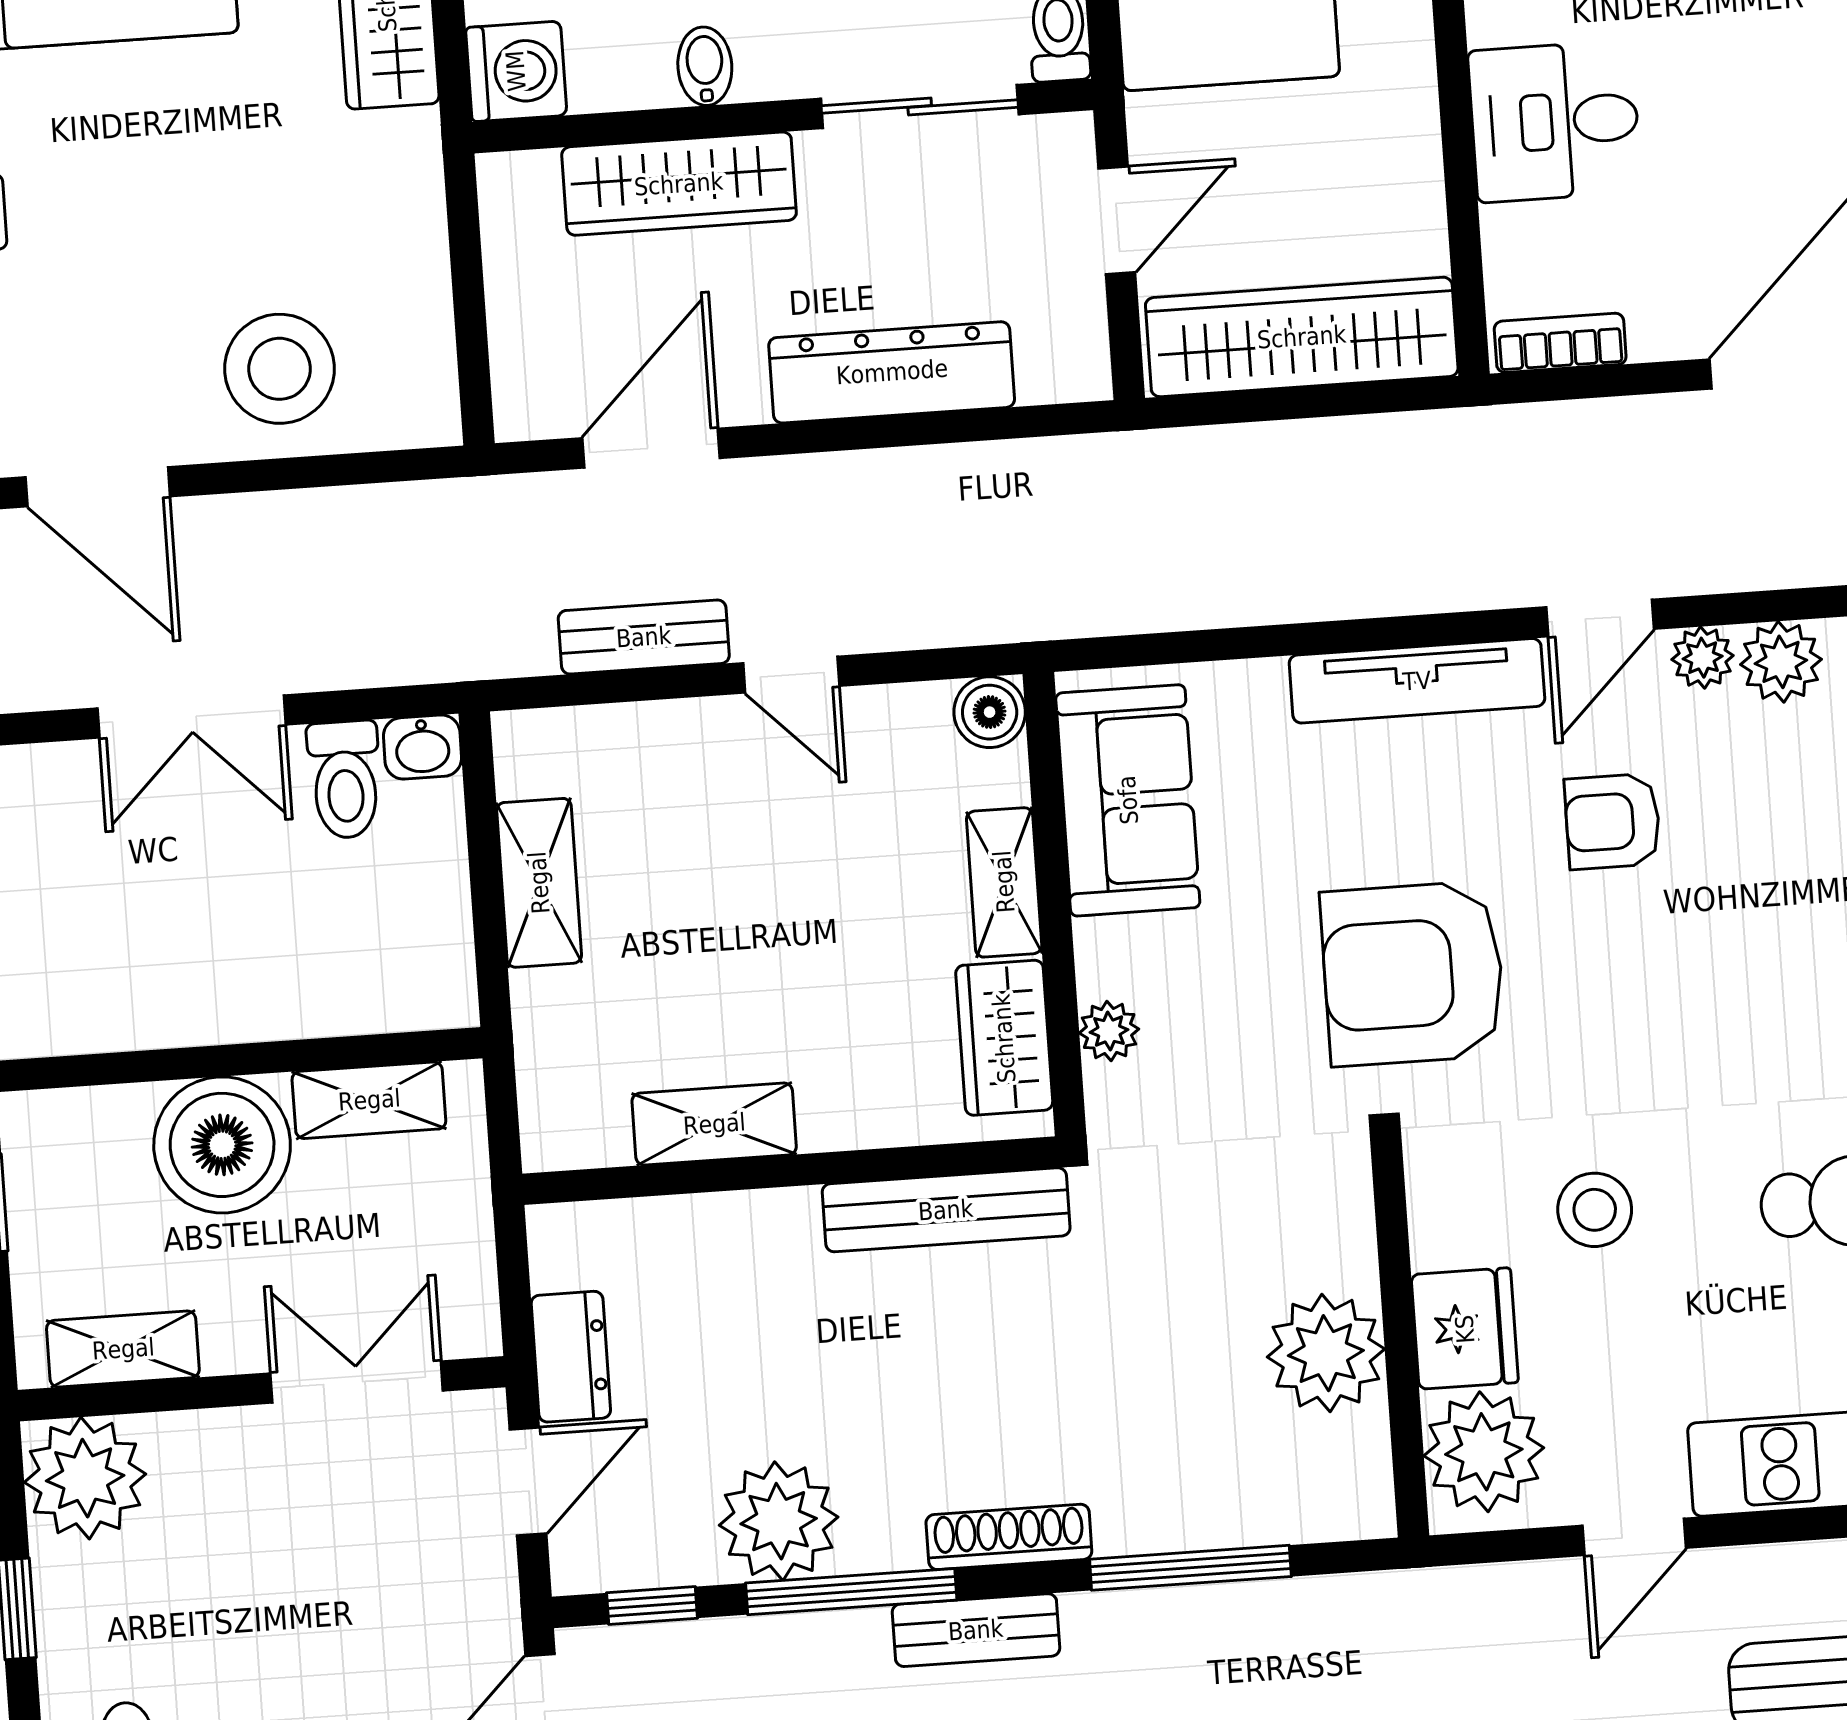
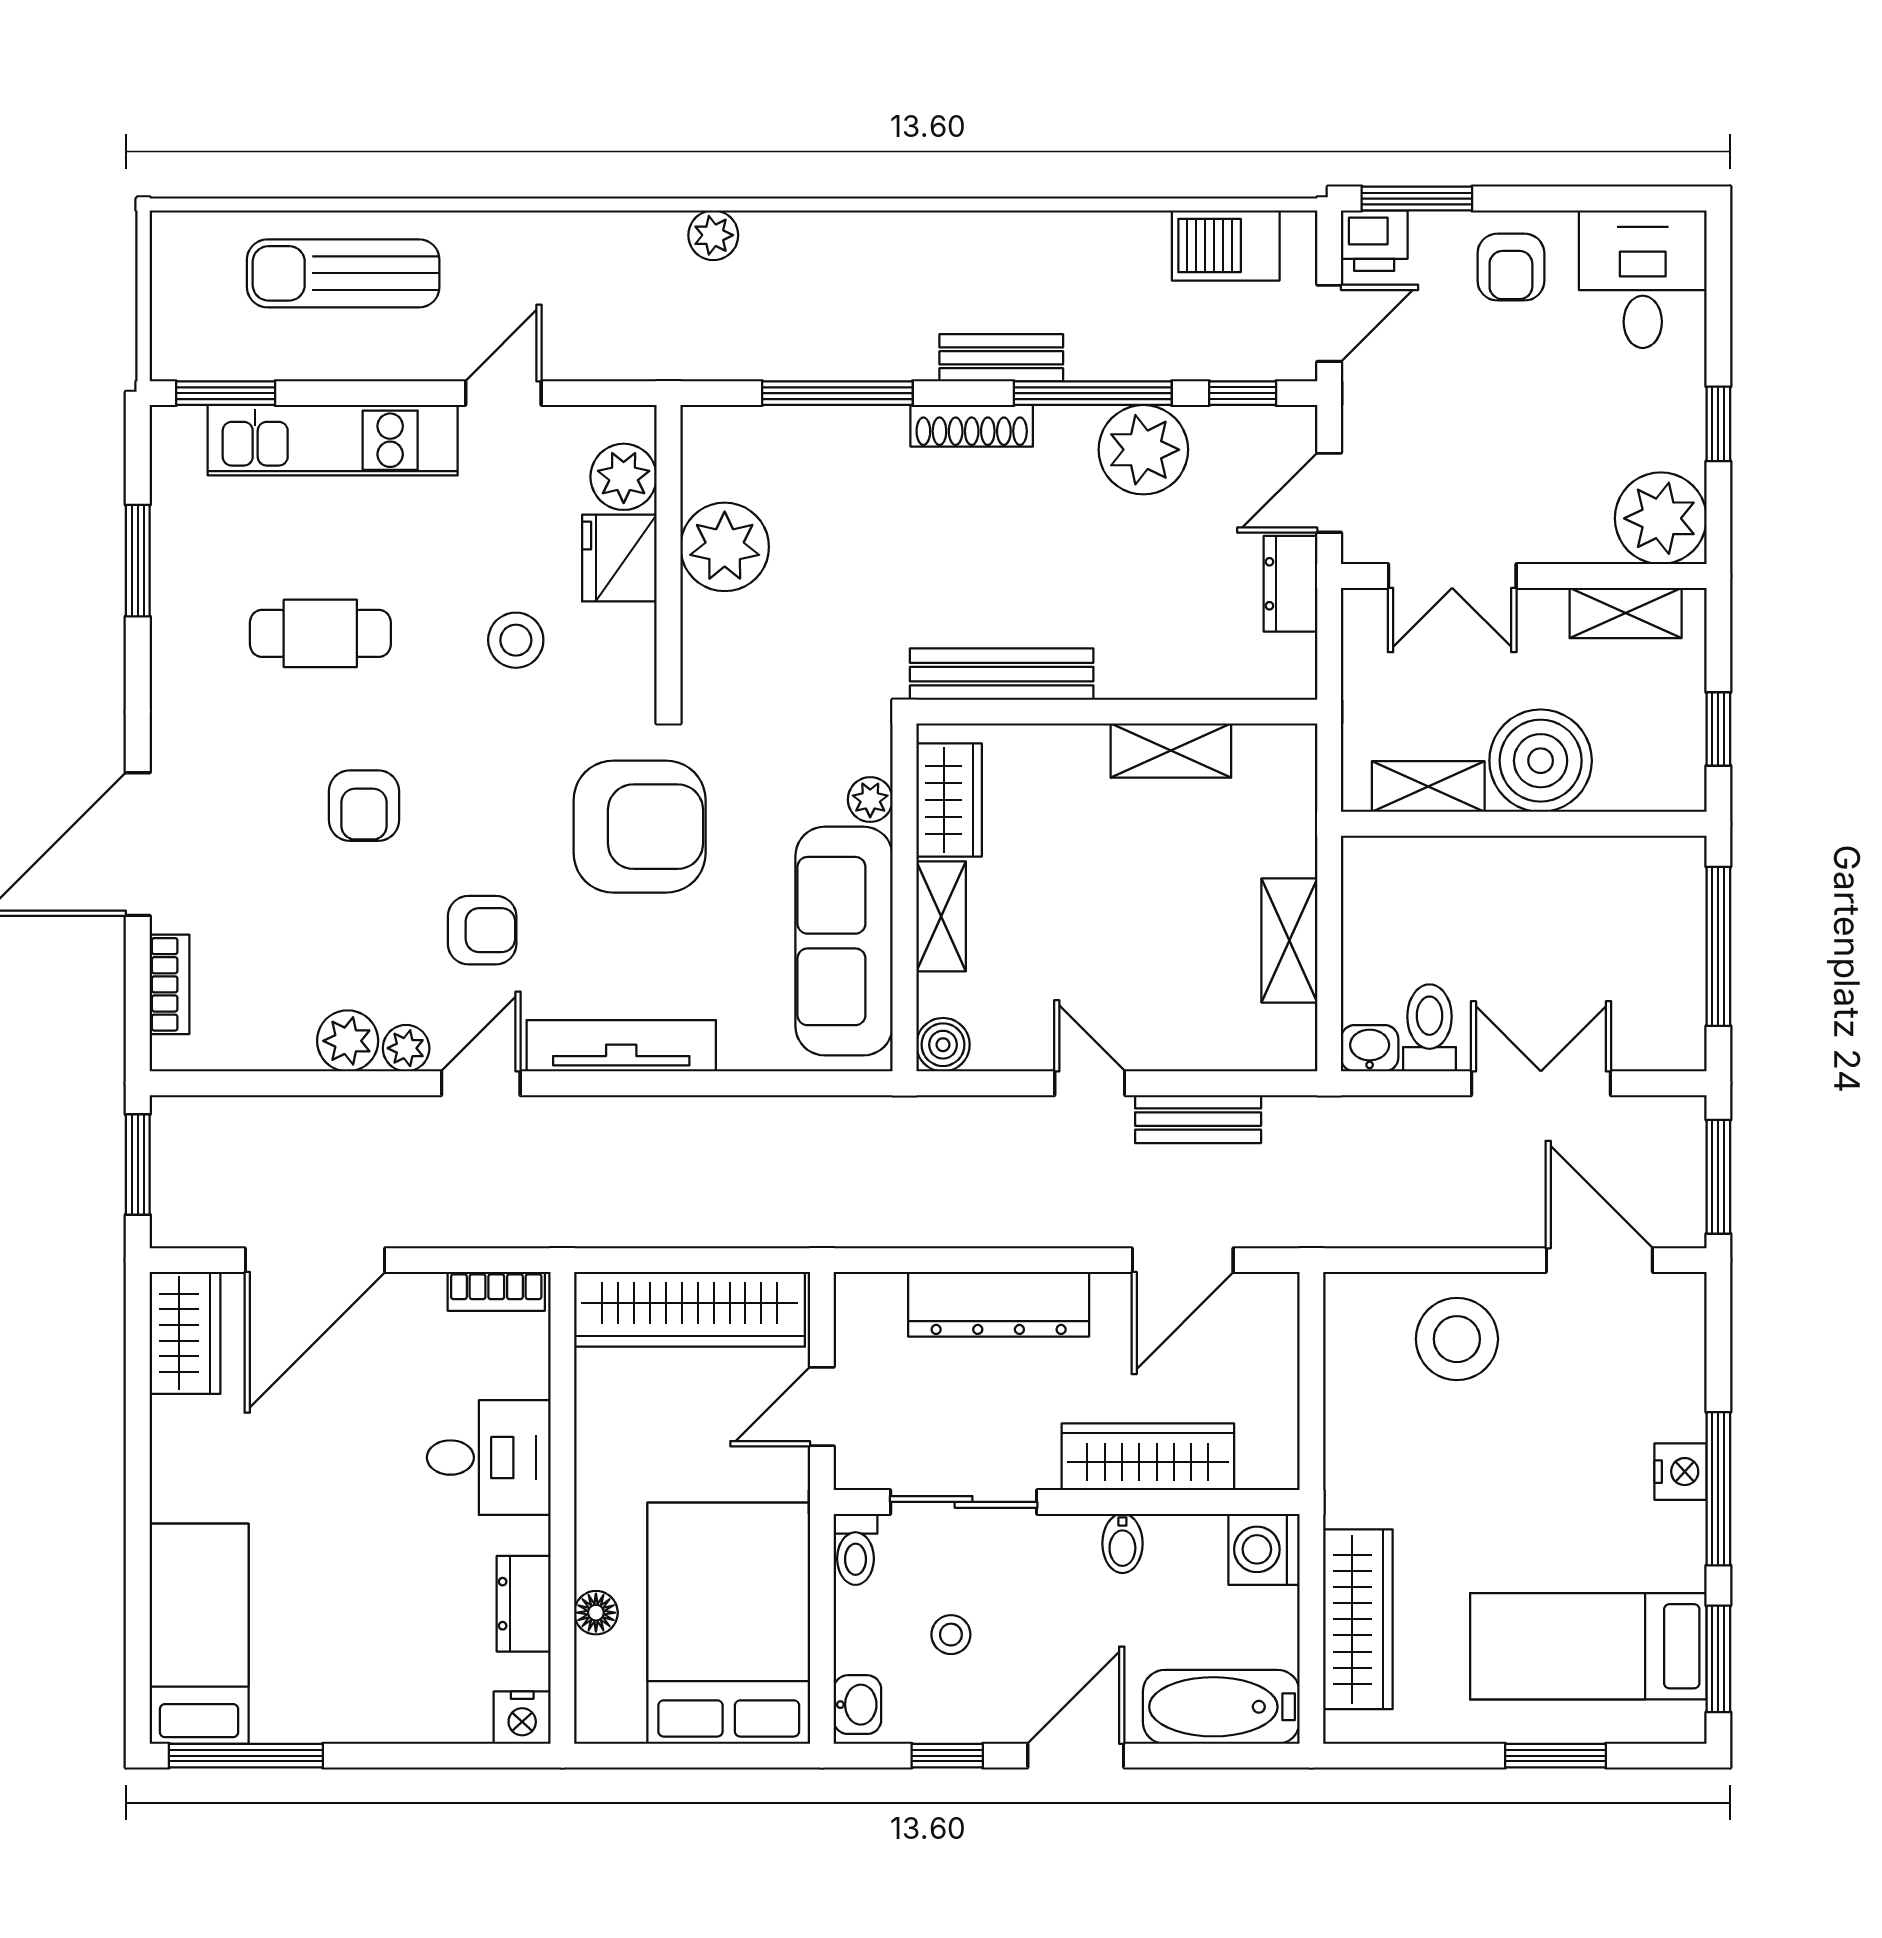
sofa: (1128, 800) -> (844, 941), width x1.36
armchair: (1781, 976) -> (364, 806), added
plant: (1484, 1452) -> (624, 477), width x0.73, depth x0.73

